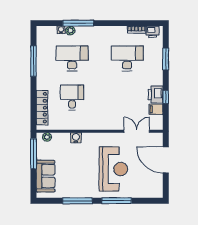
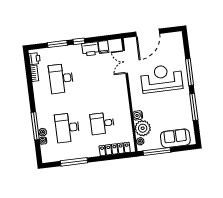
window: (166, 97) -> (79, 41), moved
plant: (61, 141) -> (143, 128), added

